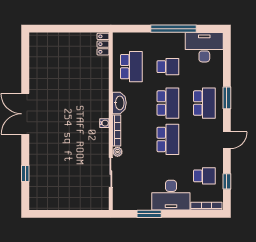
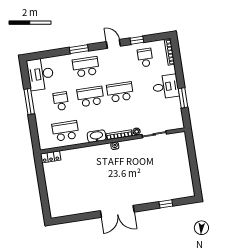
window: (173, 29) -> (29, 101), width x0.68
window: (227, 181) -> (137, 40), moved
desk: (171, 195) -> (166, 87), width x0.73

